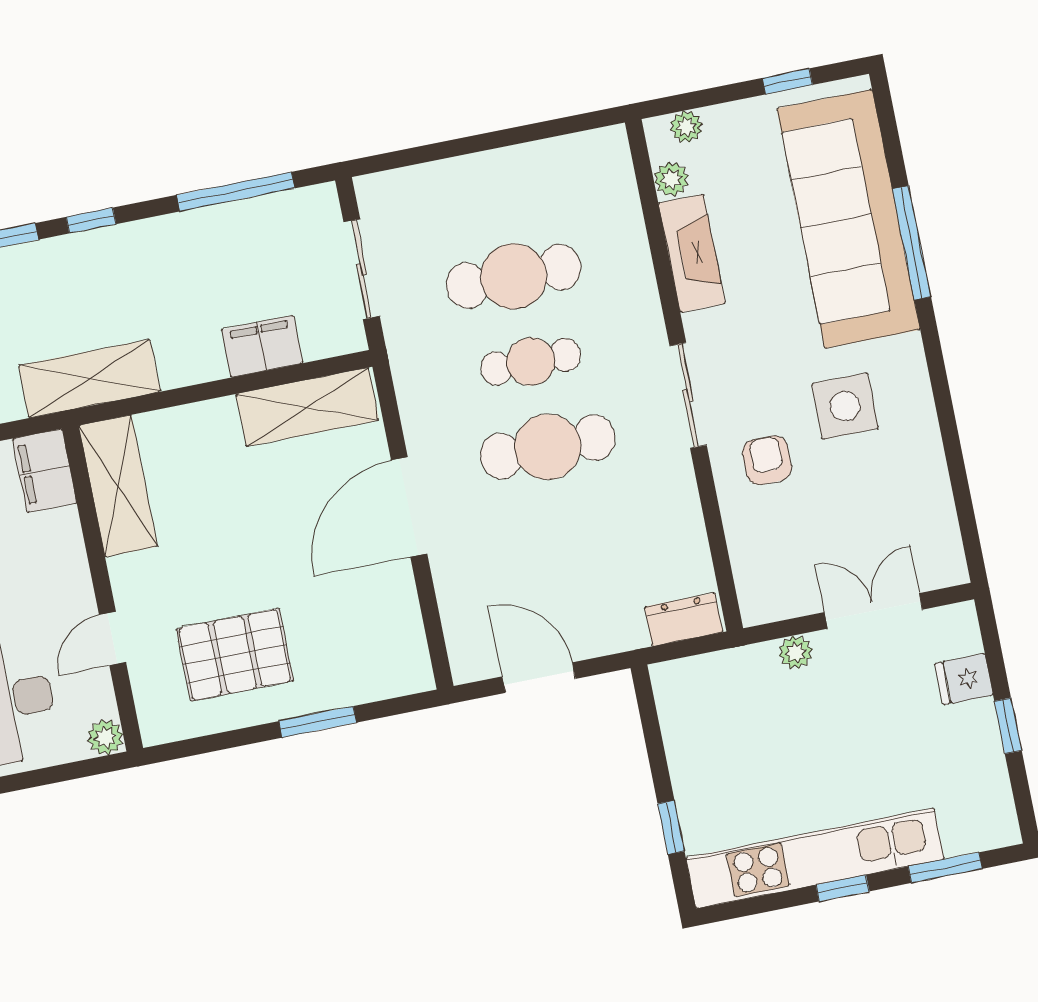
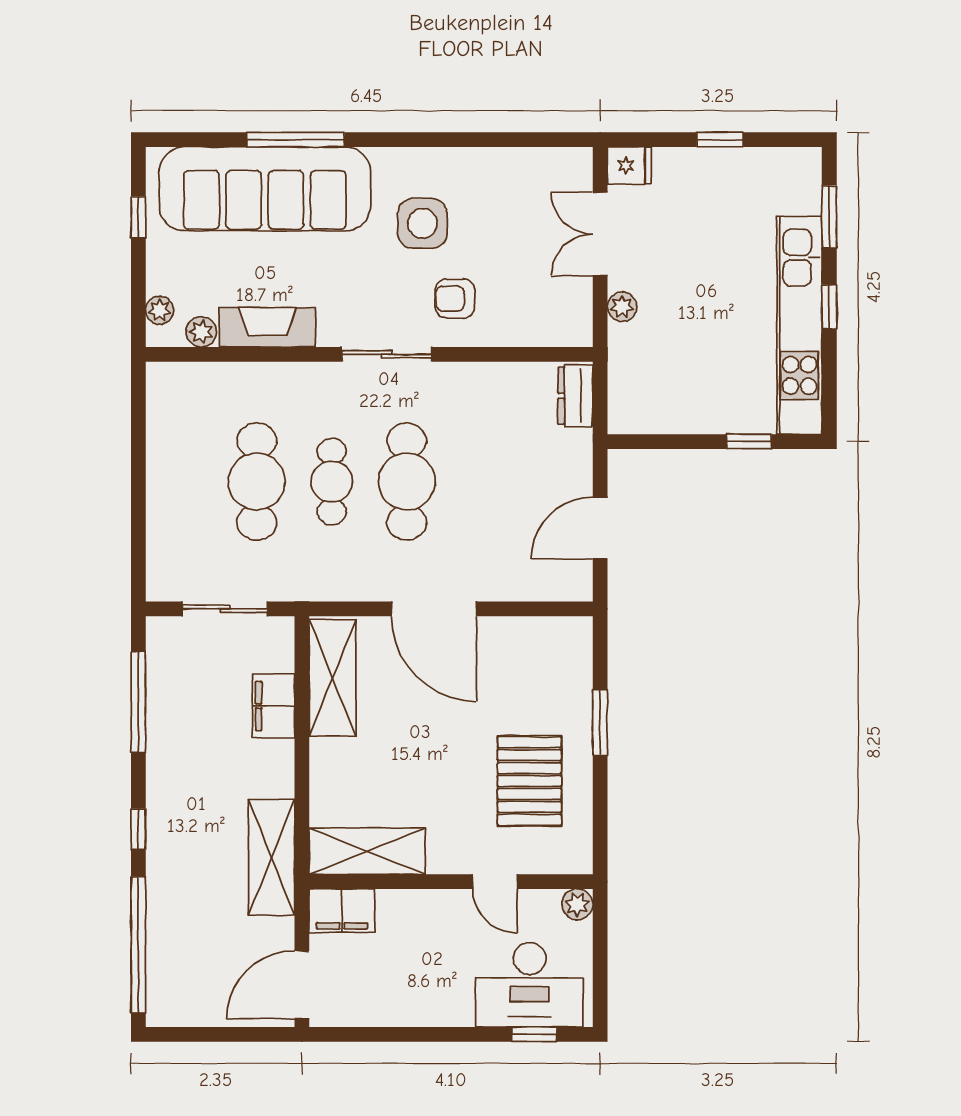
fridge: (964, 679) -> (629, 165), moved, turned -90

